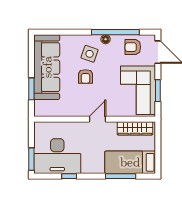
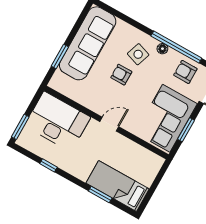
armchair: (86, 76) -> (121, 75), turned 90
wardrobe: (135, 128) -> (142, 155), removed
desk: (57, 156) -> (58, 122), moved, turned 180
window: (121, 176) -> (100, 194), width x0.69

